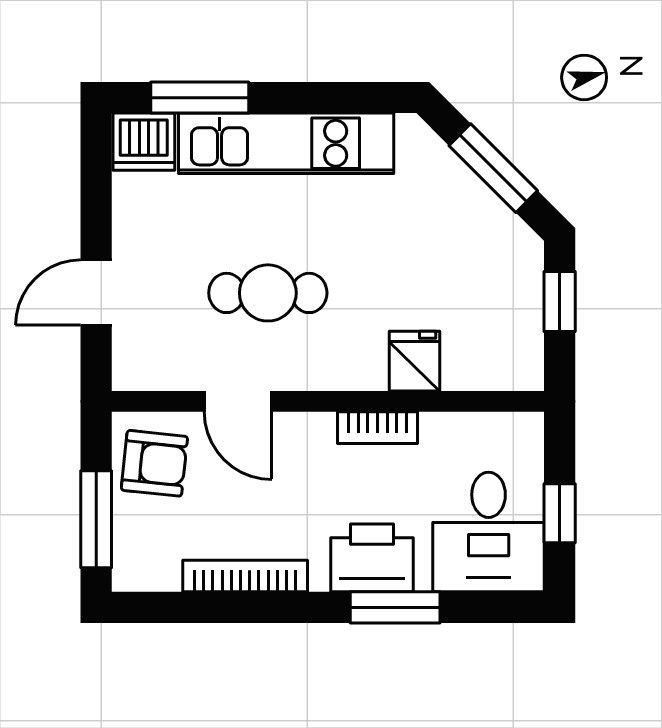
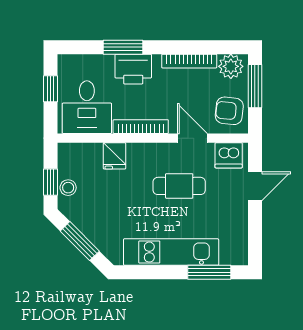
dishwasher: (144, 142) -> (229, 155), moved, turned 180
stool: (520, 289) -> (68, 188), added
bookcase: (377, 428) -> (141, 127), width x1.56
desk: (489, 532) -> (87, 107), moved, turned 180
plant: (151, 564) -> (231, 66), added

